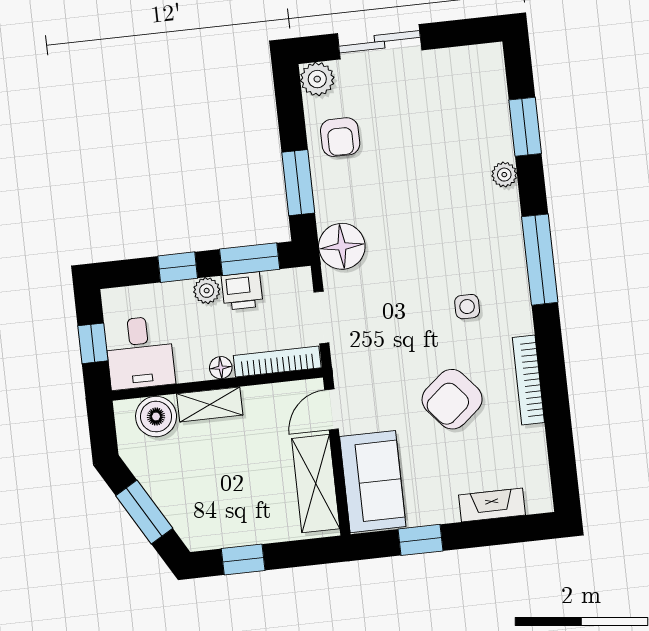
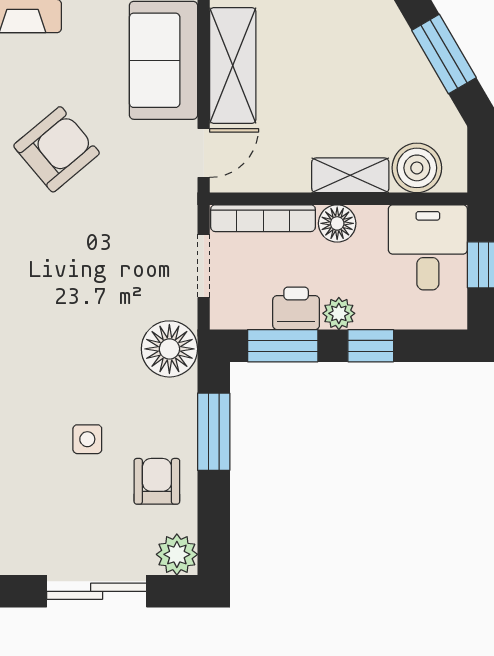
side table: (467, 307) -> (87, 439), moved
floor lamp: (221, 368) -> (337, 223), width x1.37, depth x1.37

